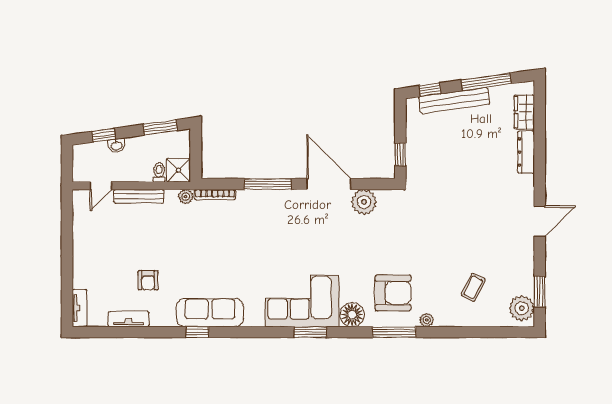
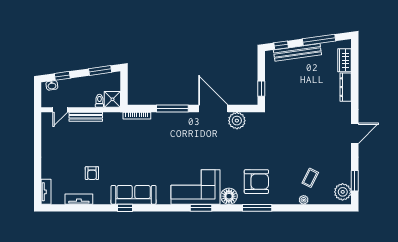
washbasin: (116, 146) -> (52, 85), moved
plant: (186, 197) -> (117, 117), removed
plant: (427, 320) -> (304, 200), moved

